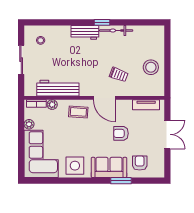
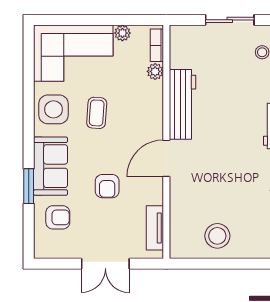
trolley: (119, 75) -> (205, 182), removed
workbench: (58, 88) -> (183, 104), moved
coffee table: (78, 112) -> (97, 113), moved
armchair: (121, 133) -> (107, 186), turned 180

